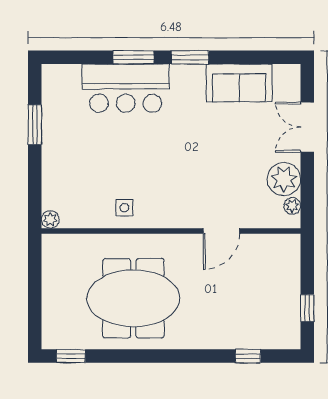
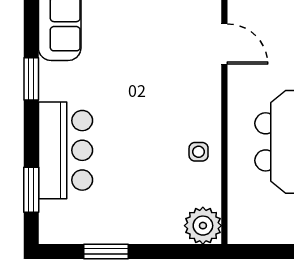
window: (133, 57) -> (31, 190), moved
plant: (50, 219) -> (203, 226), width x1.87, depth x1.87

